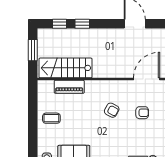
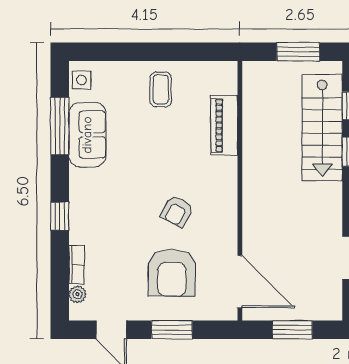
stairs: (66, 68) -> (322, 128), moved, turned 180
armchair: (142, 113) -> (172, 273), width x1.88, depth x1.88

